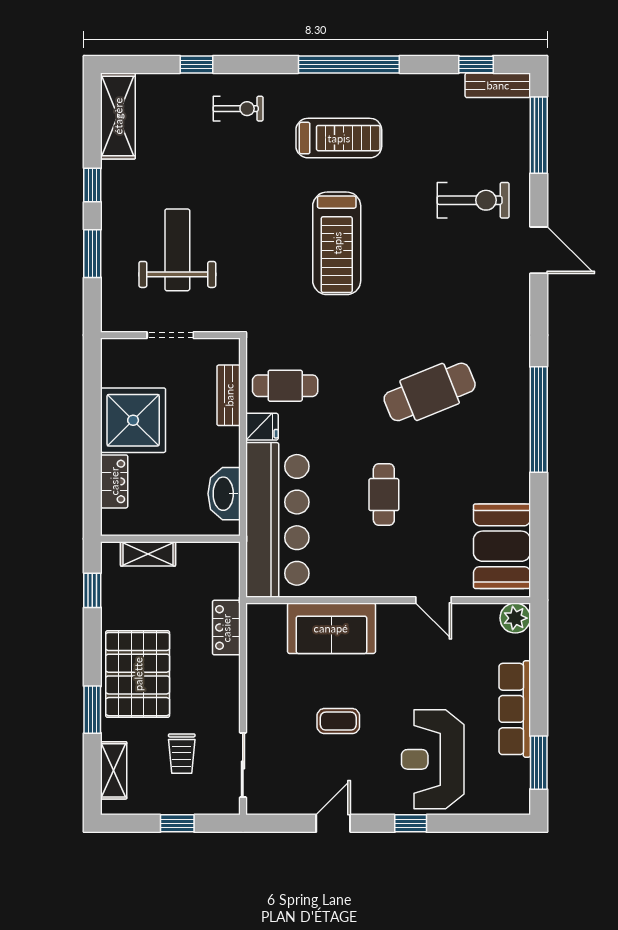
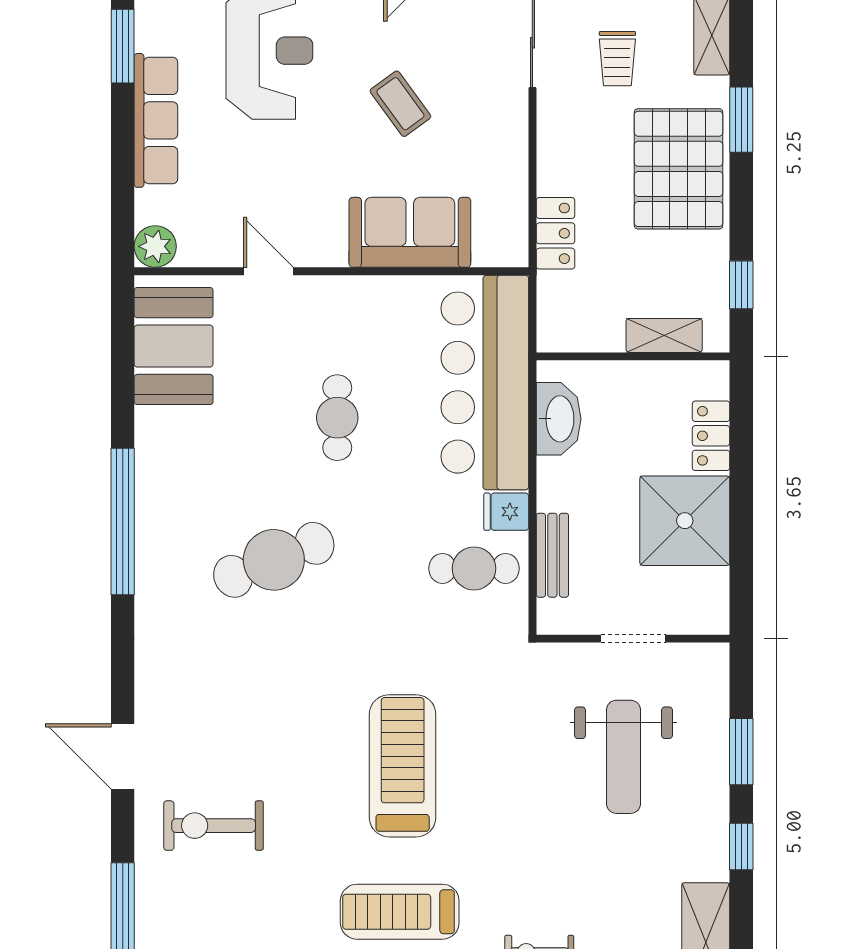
coffee table: (338, 721) -> (400, 104), turned 54
trolley: (182, 754) -> (617, 59), turned 180

